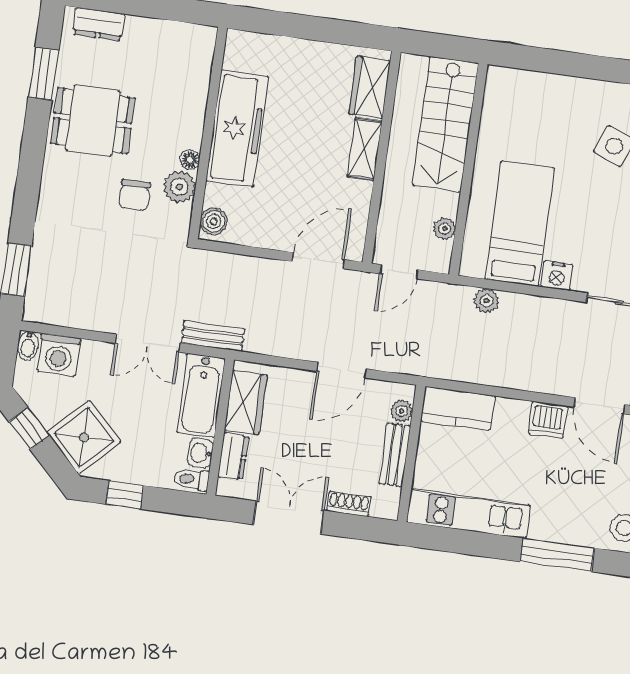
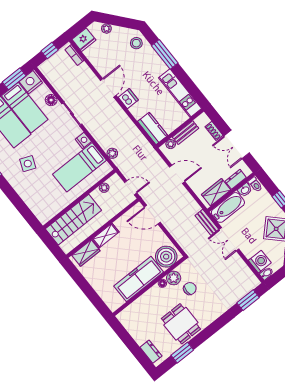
boiler: (214, 221) -> (166, 257), width x1.86, depth x1.86
double door: (148, 343) -> (229, 239), swing flipped

